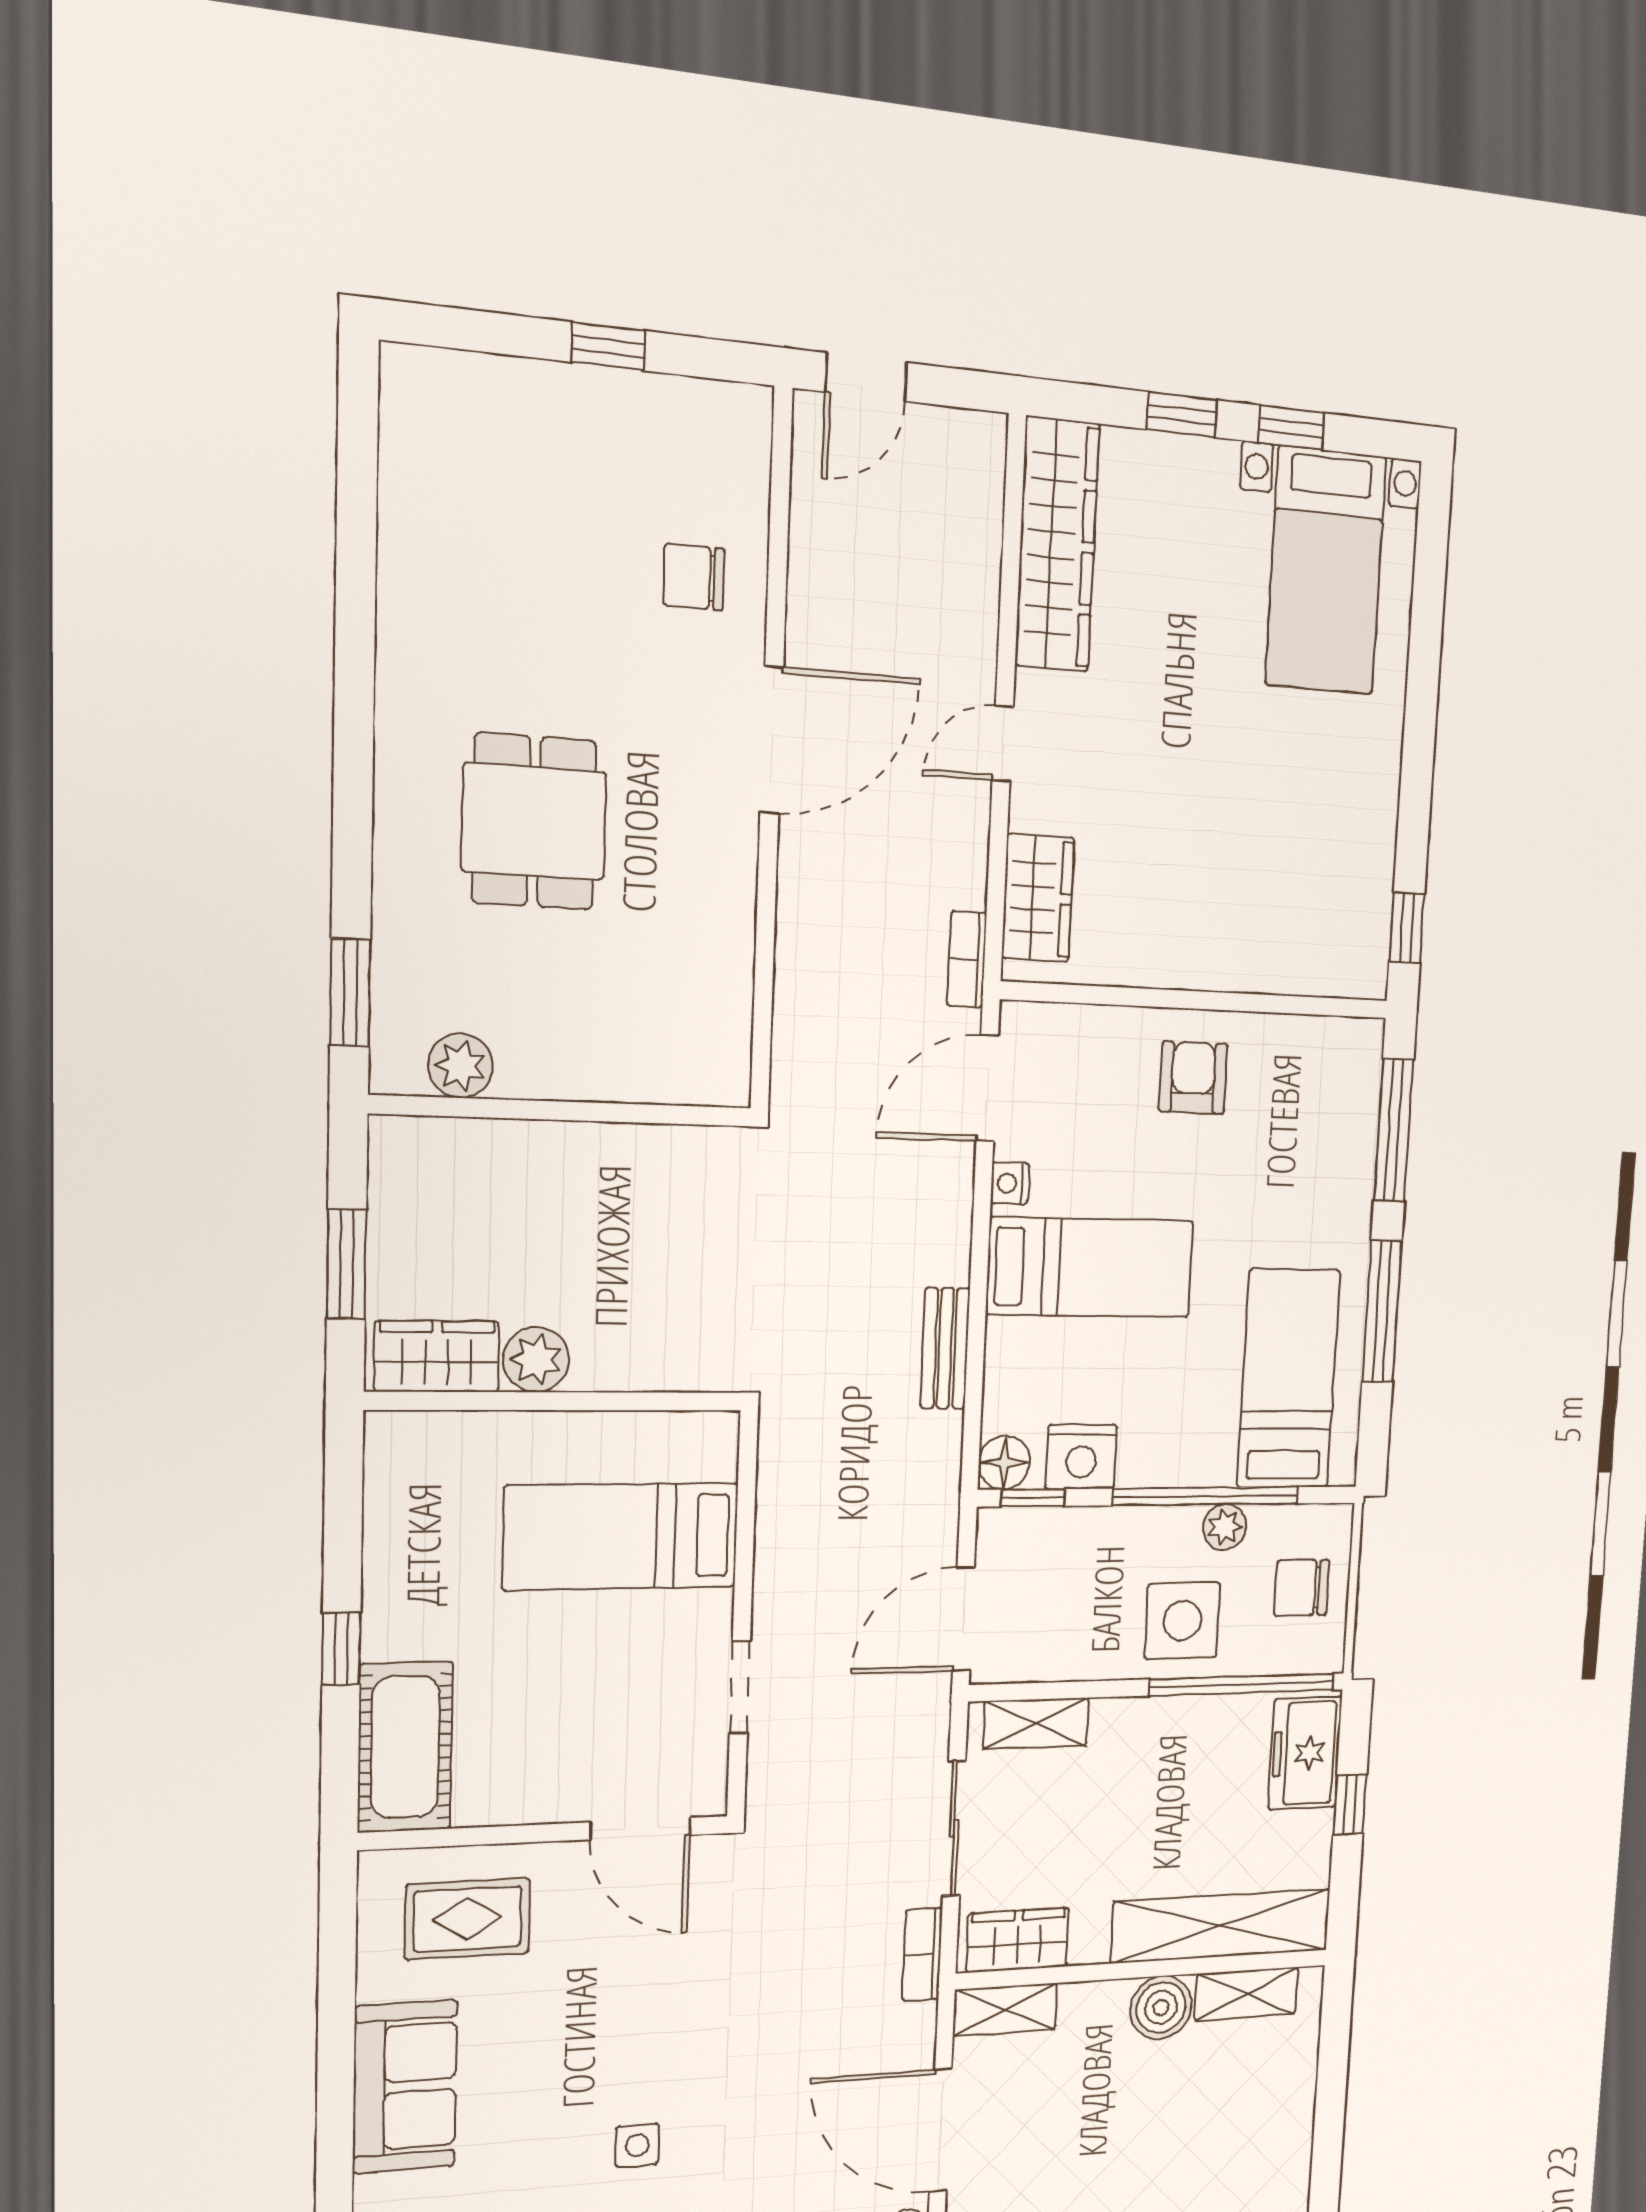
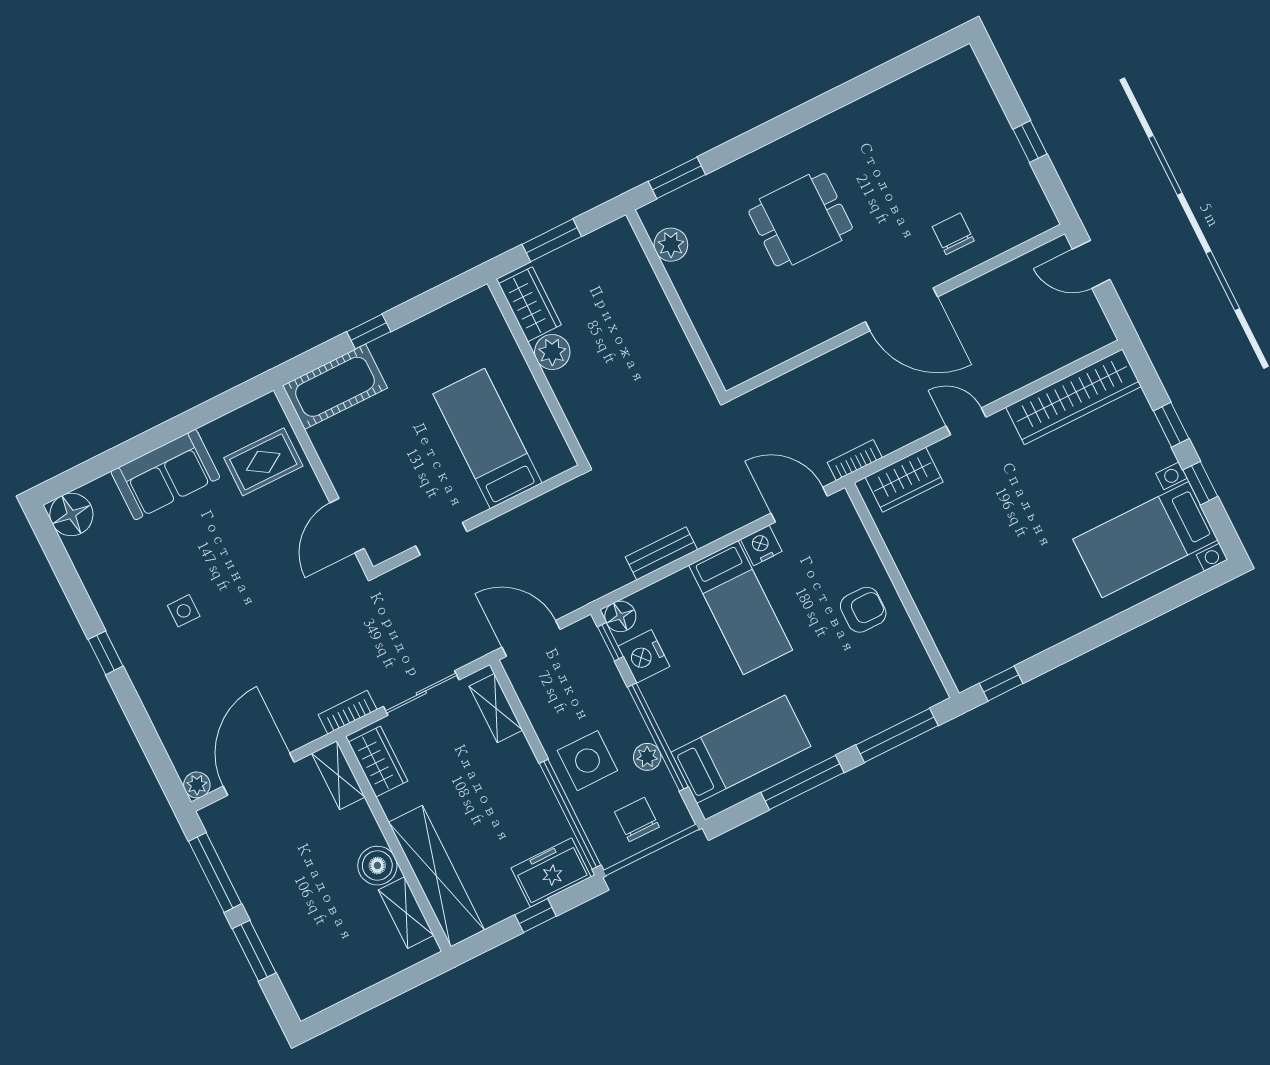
nightstand: (1010, 1183) -> (761, 545), width x1.39, depth x1.35
rug: (468, 1919) -> (263, 462), turned 90

